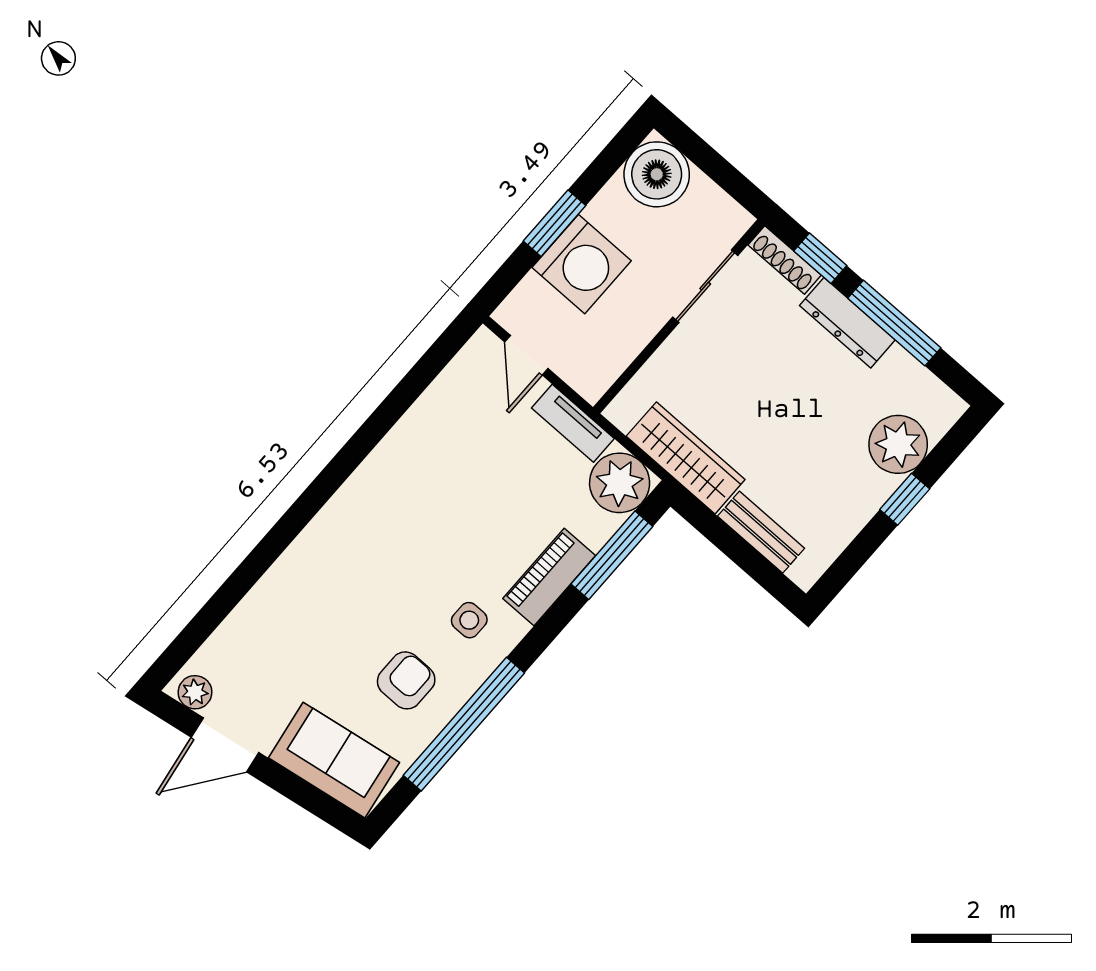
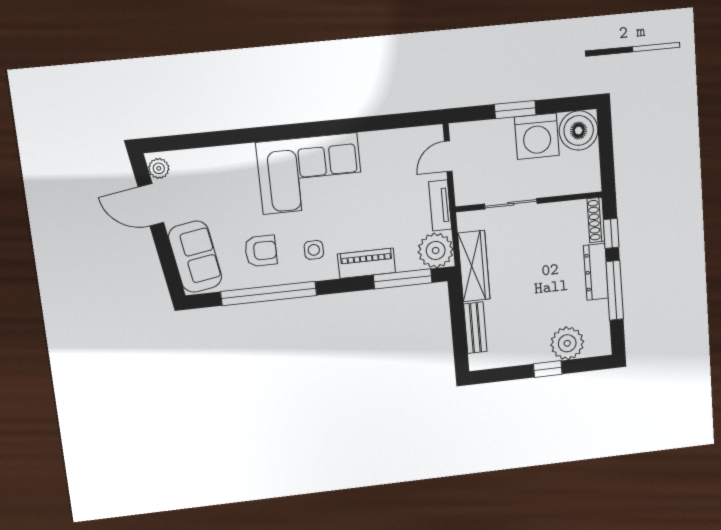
washing machine: (582, 264) -> (537, 136), moved
sliding door: (705, 286) -> (511, 204), moved
corner sofa: (379, 532) -> (310, 174), added

